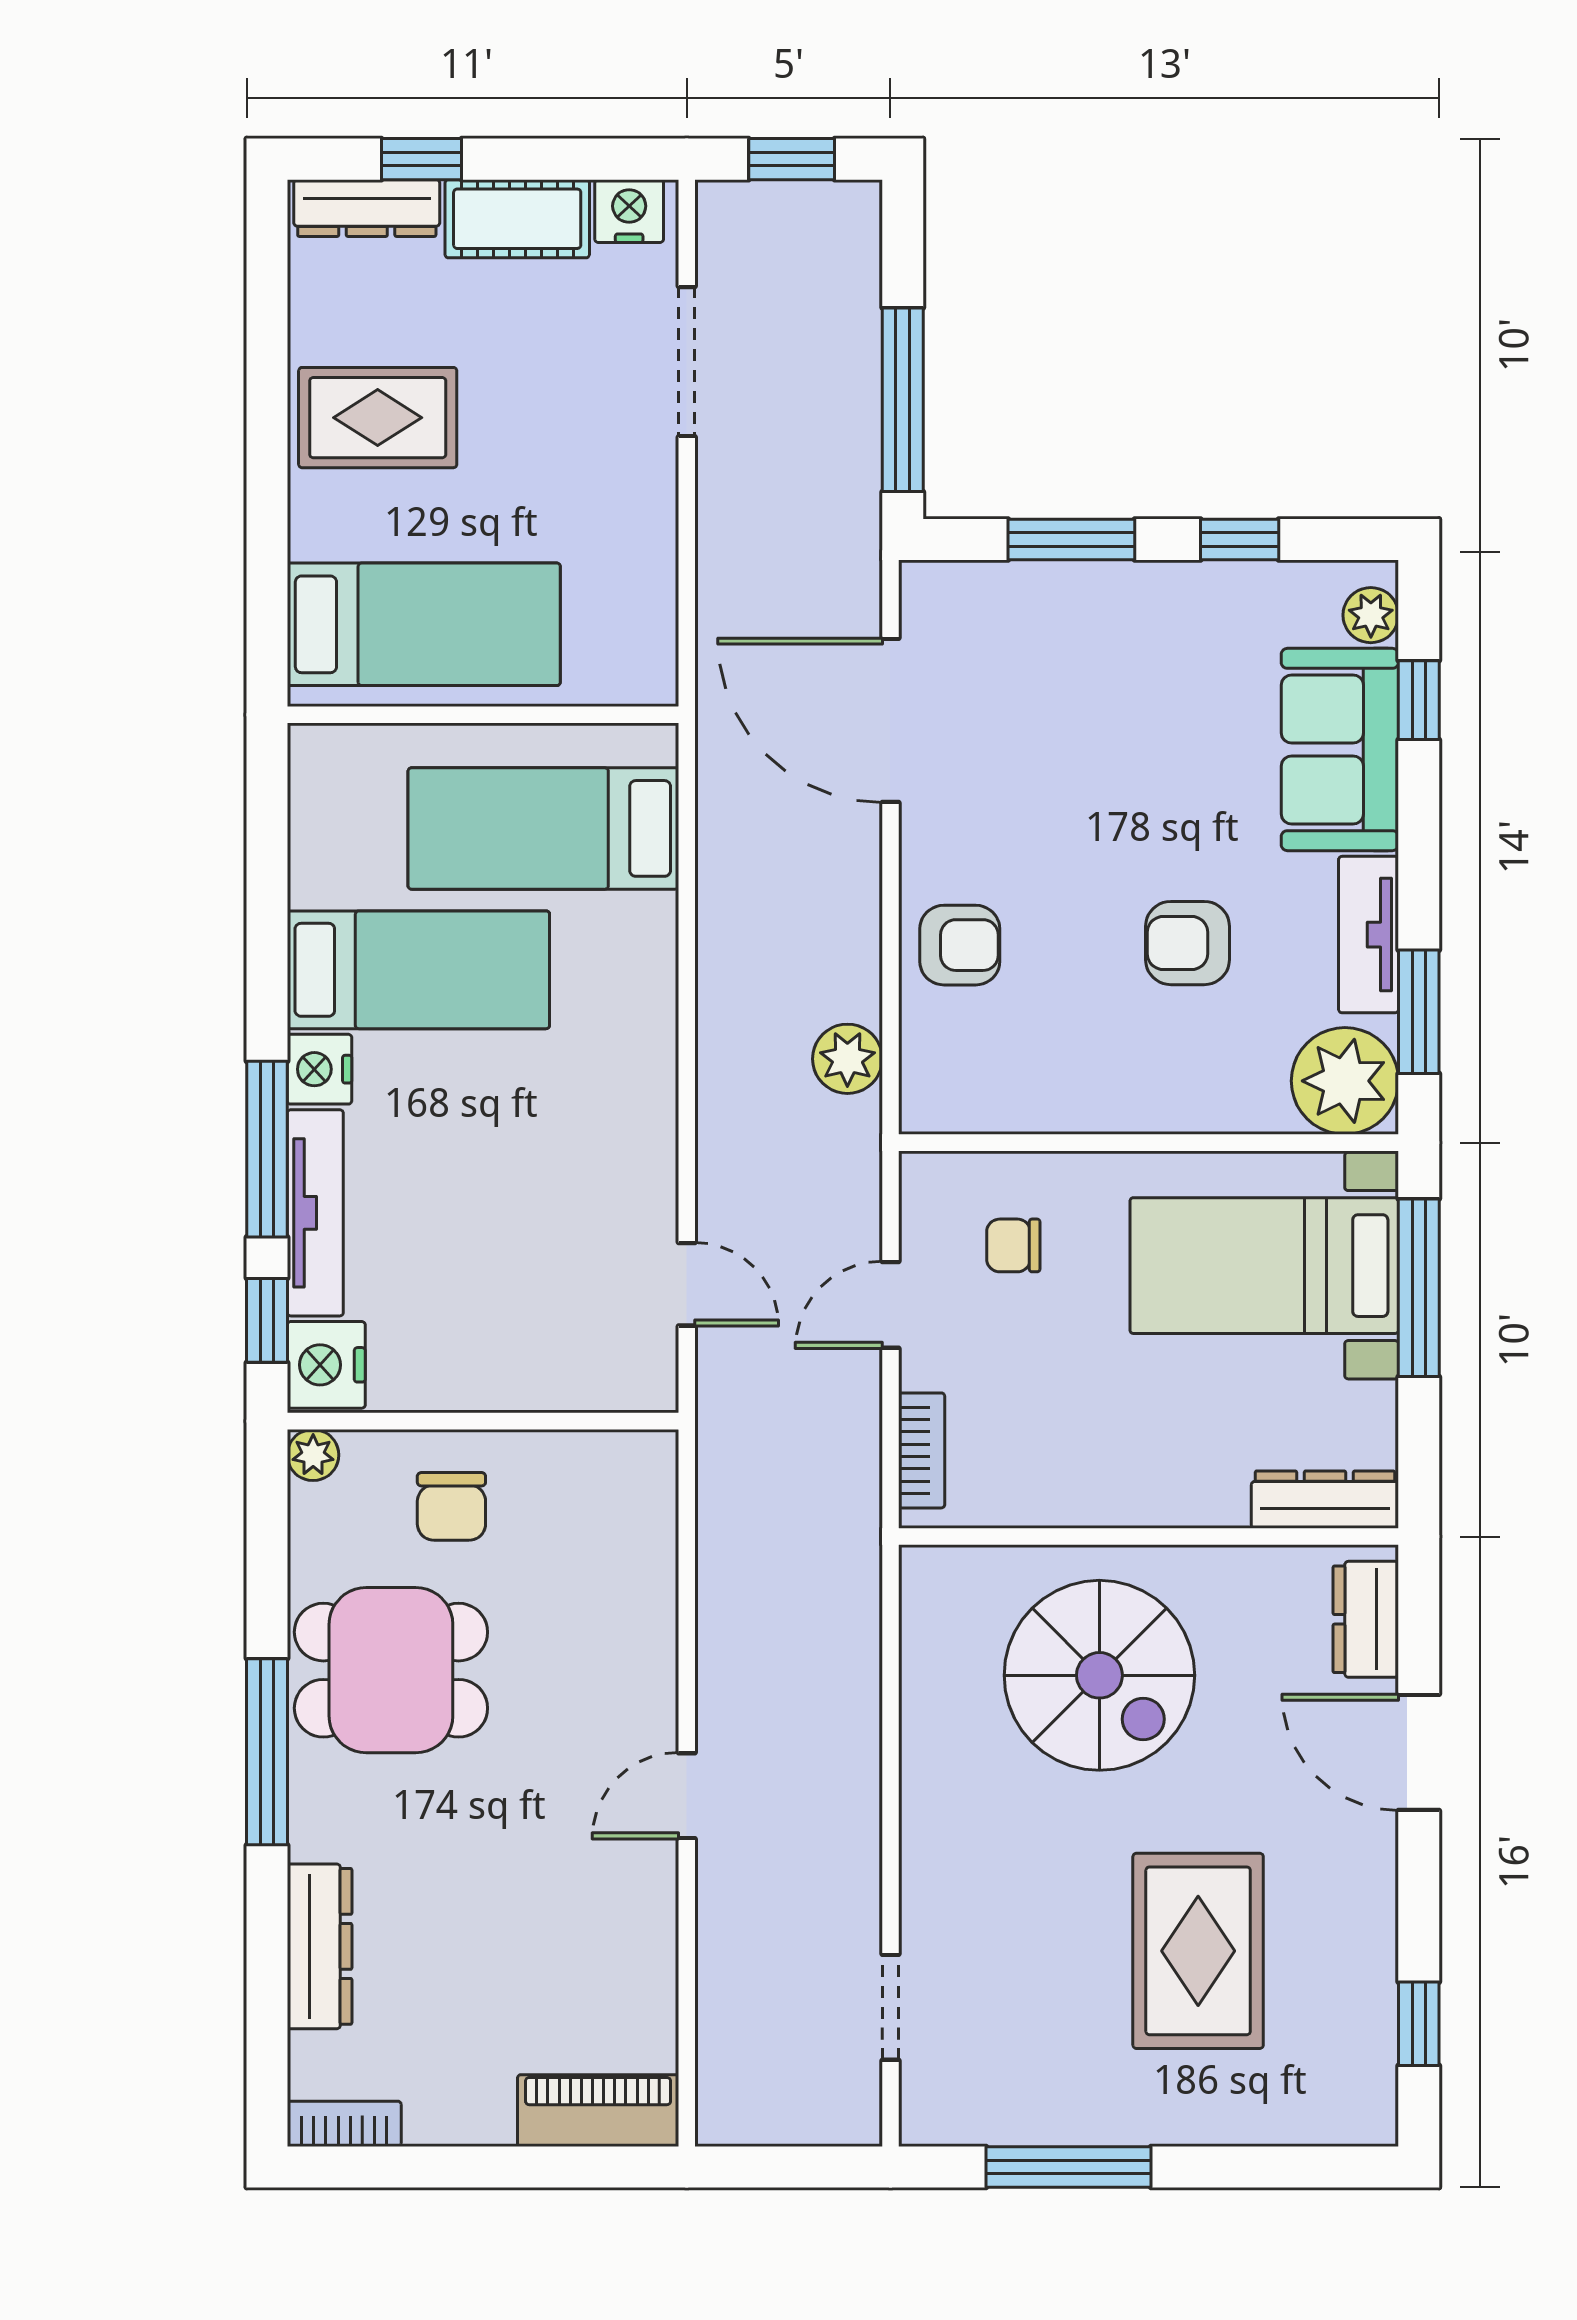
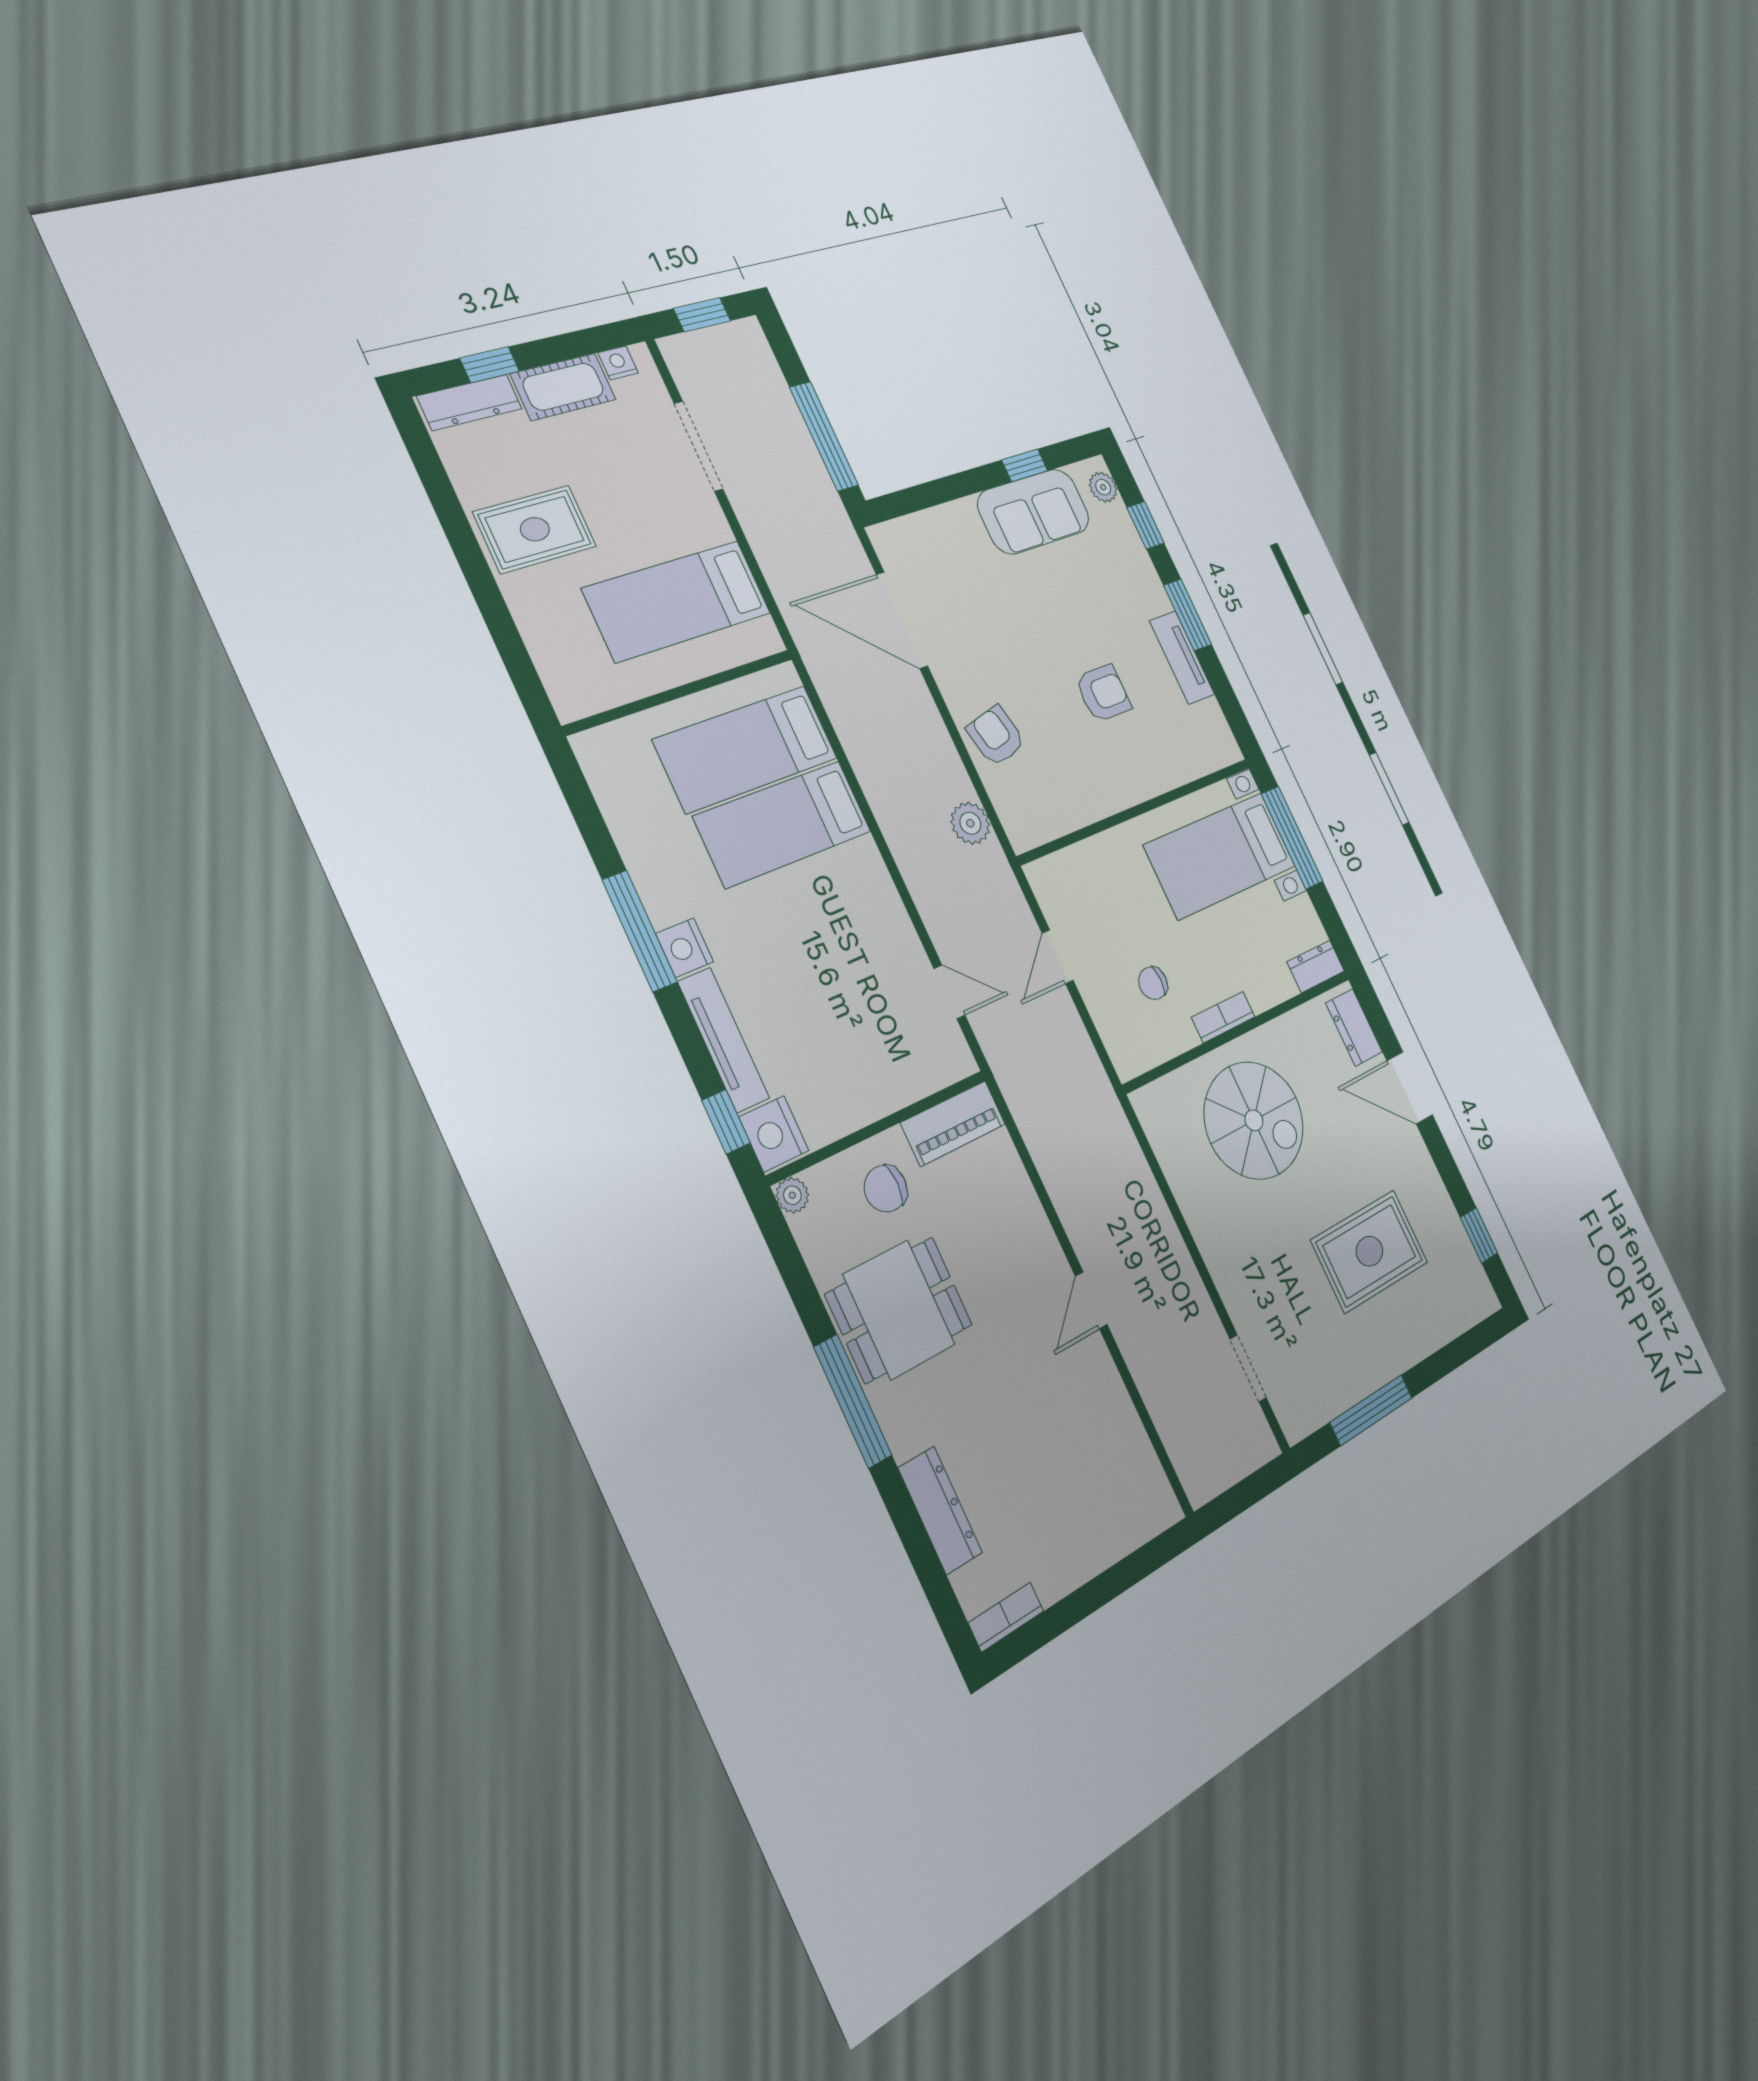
nightstand: (629, 211) -> (618, 363), width x0.72, depth x0.74
window: (1071, 539) -> (945, 490), removed
bed: (424, 624) -> (677, 601), moved, turned 180
sofa: (1340, 750) -> (1034, 511), moved, turned -90
armchair: (1188, 943) -> (1103, 693), turned 180
armchair: (960, 945) -> (996, 736), turned -103
bed: (418, 970) -> (783, 824), moved, turned 180
window: (1419, 1012) -> (1188, 615), moved
plant: (1345, 1081) -> (1208, 740), removed
window: (267, 1149) -> (640, 931), moved
chair: (1013, 1245) -> (1153, 983), moved
bookcase: (922, 1450) -> (1223, 1017), moved, turned -90
dresser: (1325, 1500) -> (1316, 966), width x0.70
chair: (451, 1506) -> (886, 1189), turned 90
rug: (1198, 1951) -> (1369, 1251), turned 90
piano: (598, 2111) -> (953, 1123), moved, turned 180

